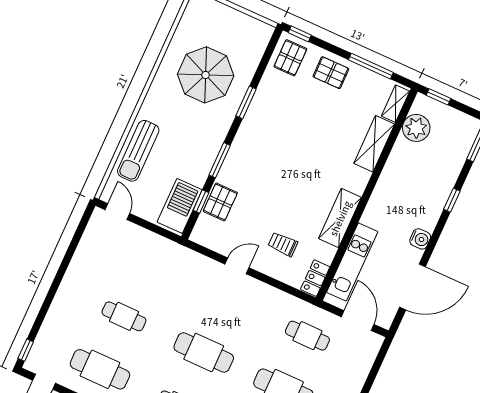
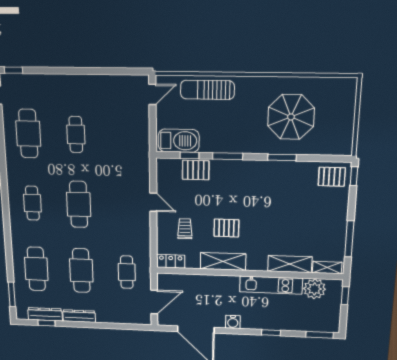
pallet: (331, 73) -> (226, 228), moved, turned 90
kitchen unit: (352, 262) -> (271, 285), moved

